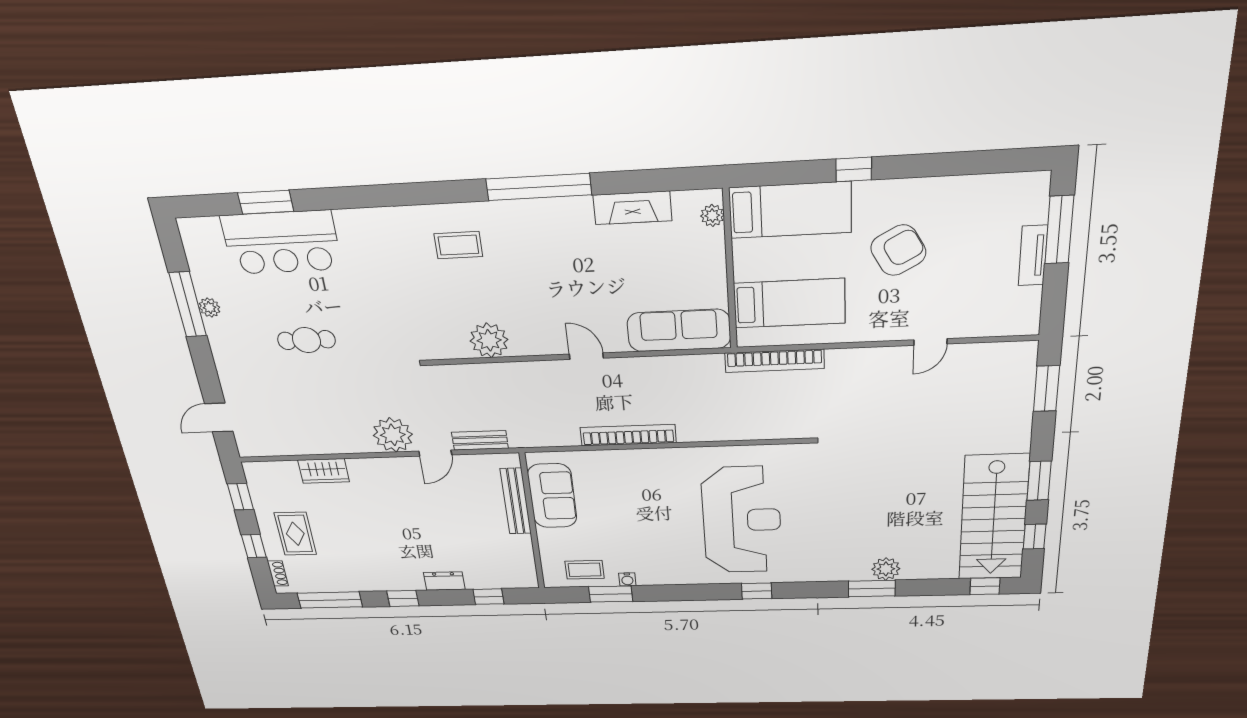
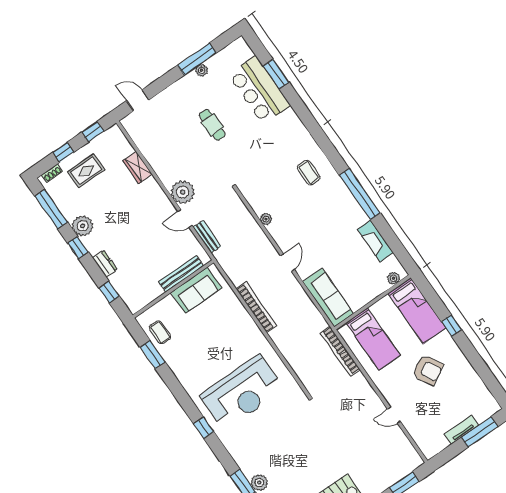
plant: (489, 340) -> (266, 219), width x0.53, depth x0.53
plant: (375, 578) -> (83, 226), added
water cooler: (627, 579) -> (168, 358), removed

